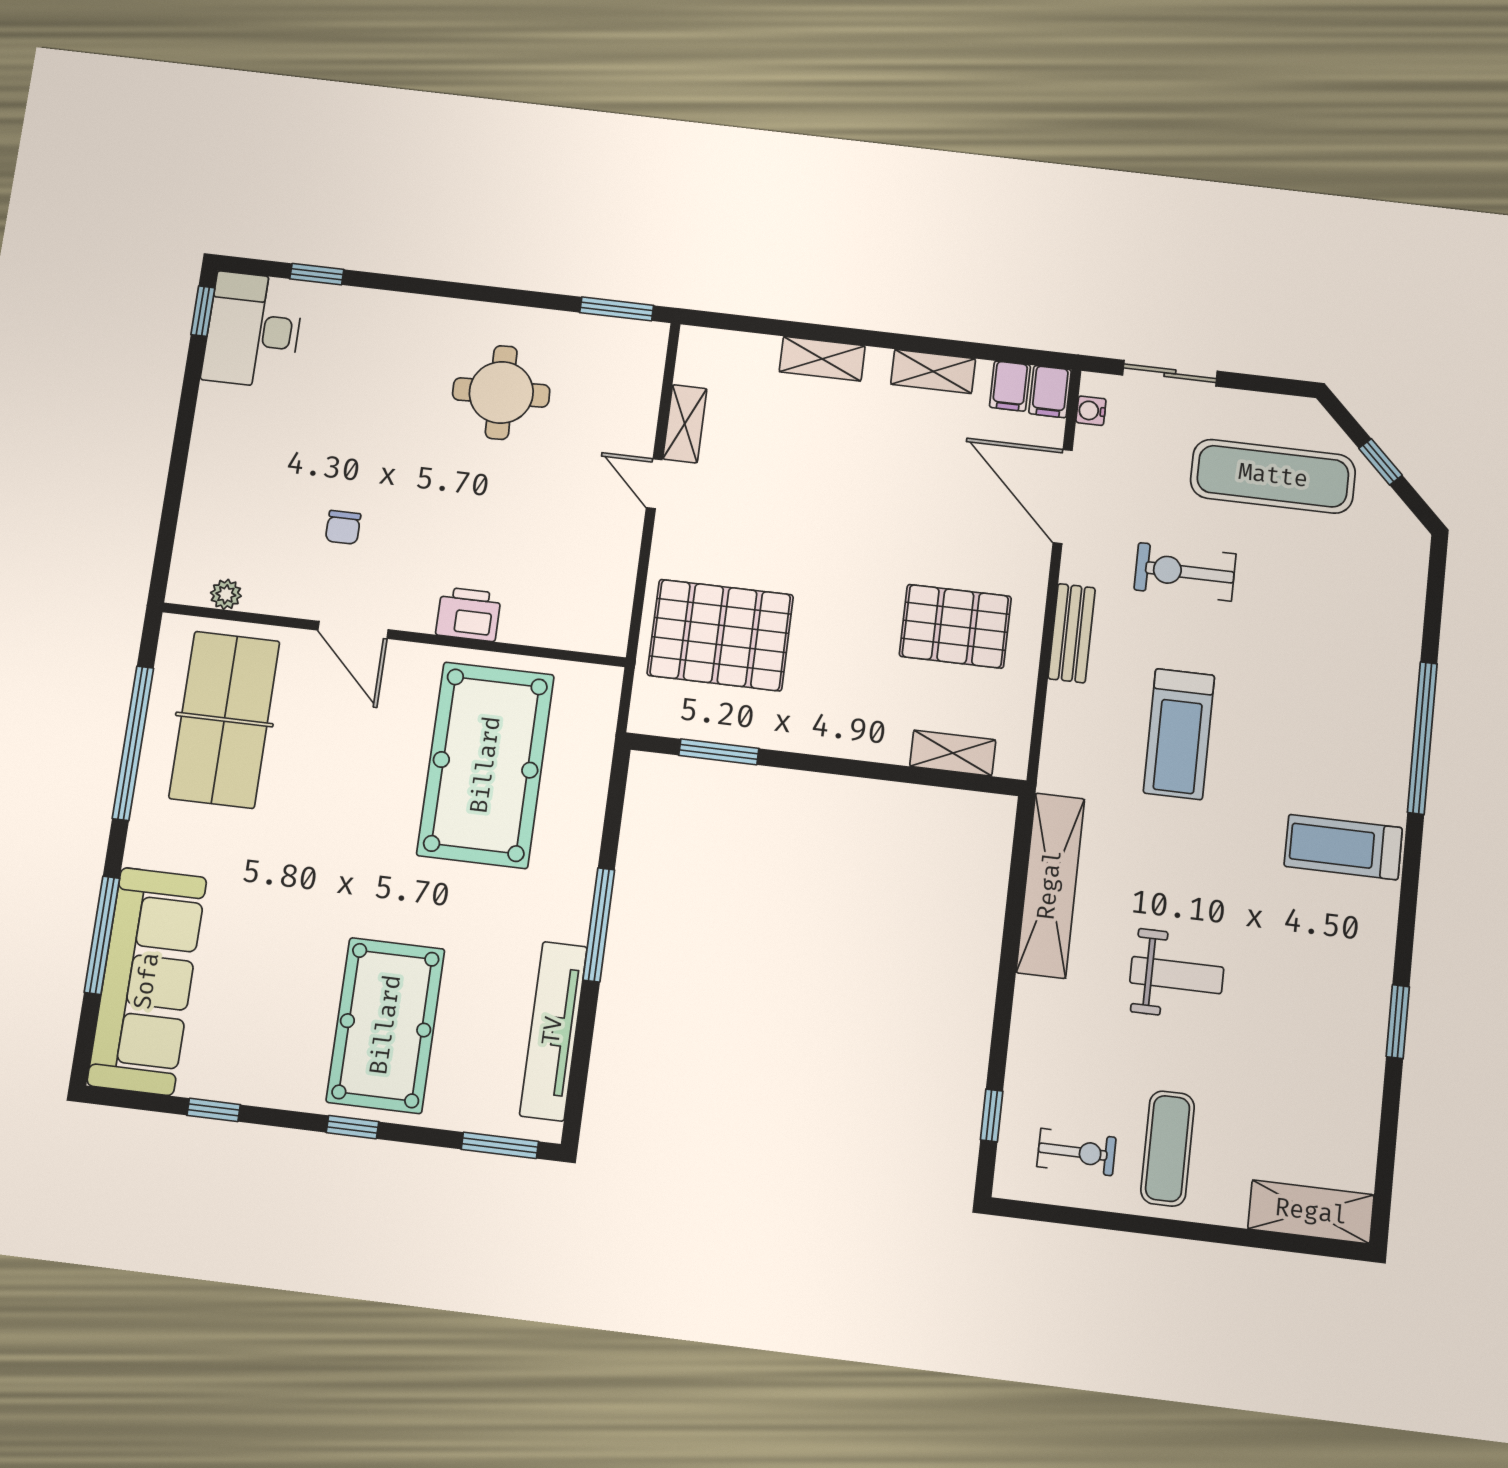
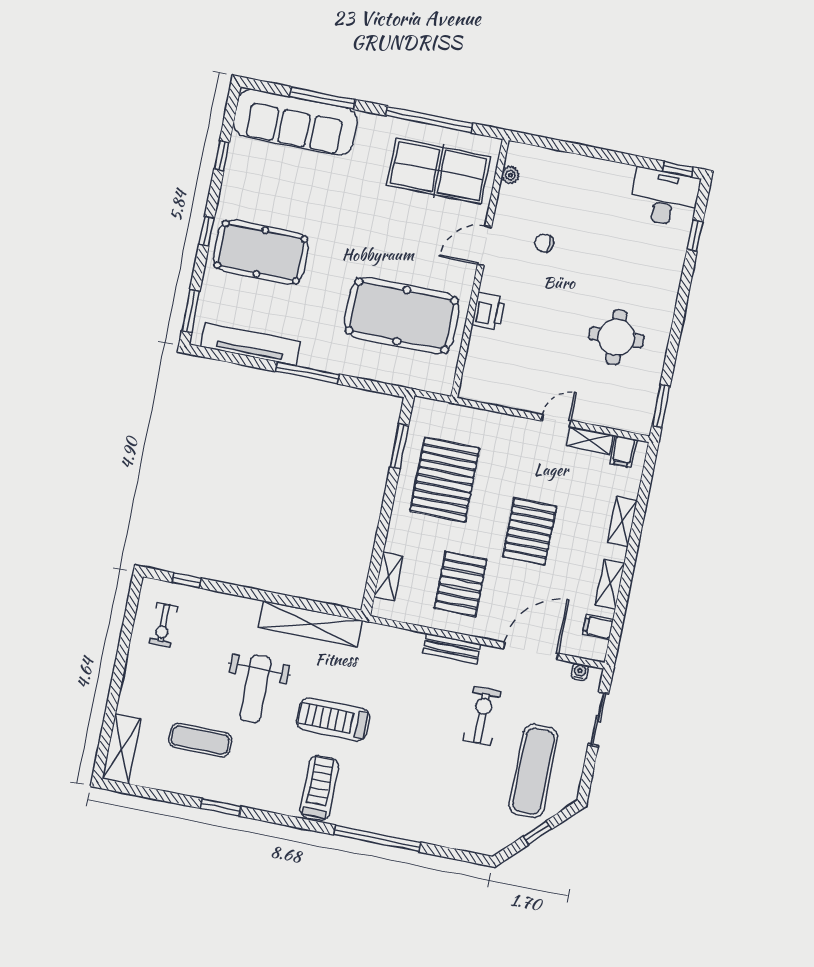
filing cabinet: (1050, 392) -> (623, 452), moved, turned -90
pallet: (853, 515) -> (529, 532), added
pallet: (720, 635) -> (445, 480), moved
treadmill: (1179, 734) -> (333, 719), moved
weight bench: (1177, 975) -> (255, 689), width x1.36, depth x1.33
exercise mat: (1168, 1149) -> (200, 740), moved

